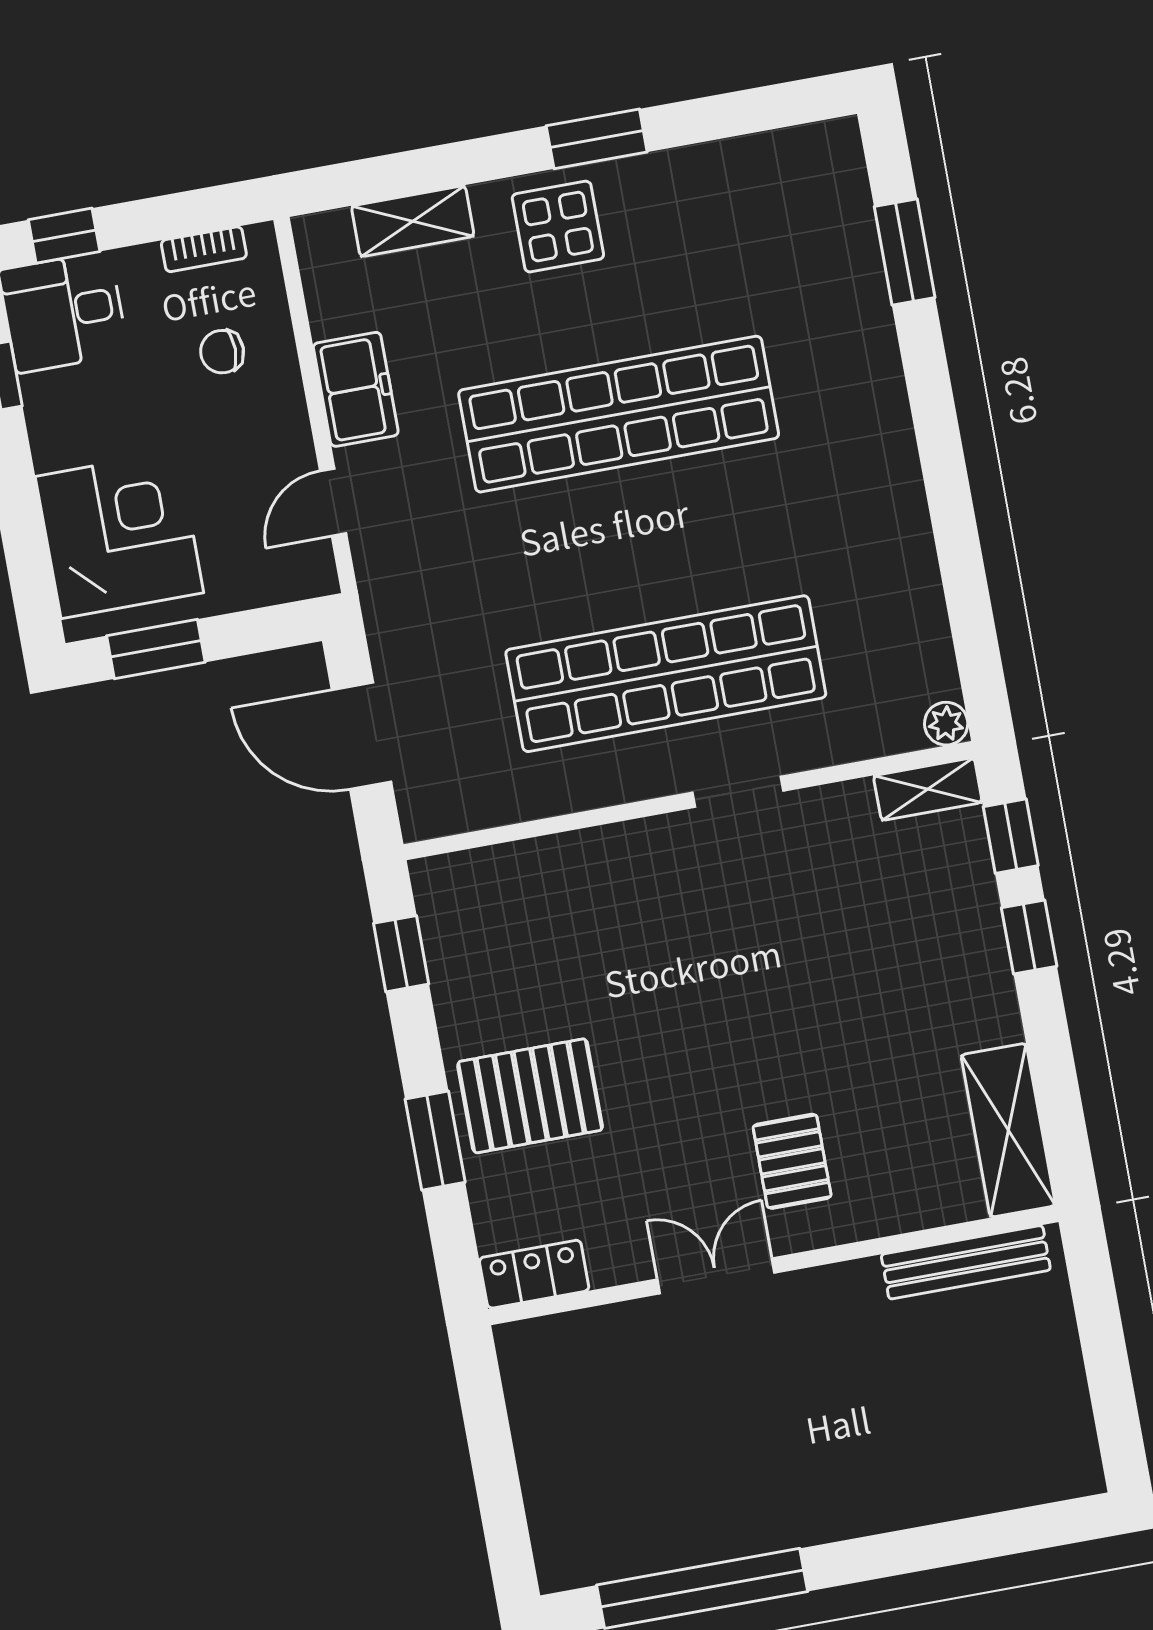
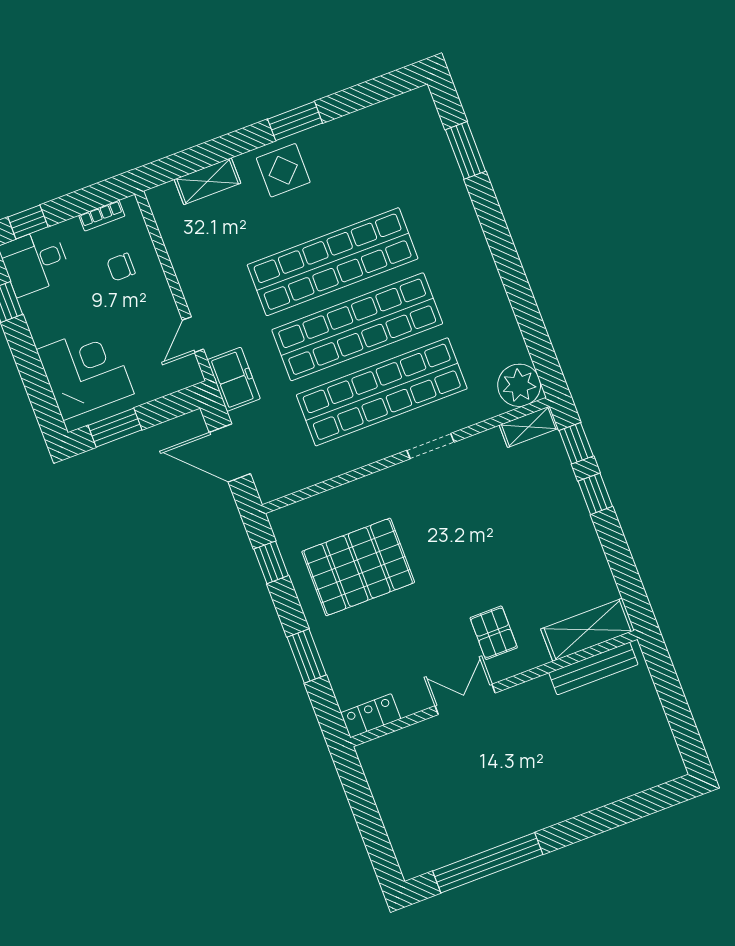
freezer: (356, 389) -> (234, 379), moved
shop shelf: (642, 544) -> (357, 327), added
plant: (946, 724) -> (519, 385), width x1.87, depth x1.87
pallet: (530, 1096) -> (358, 567), moved, width x1.37, depth x1.41
shelving: (1008, 1130) -> (588, 630), moved, turned 90

